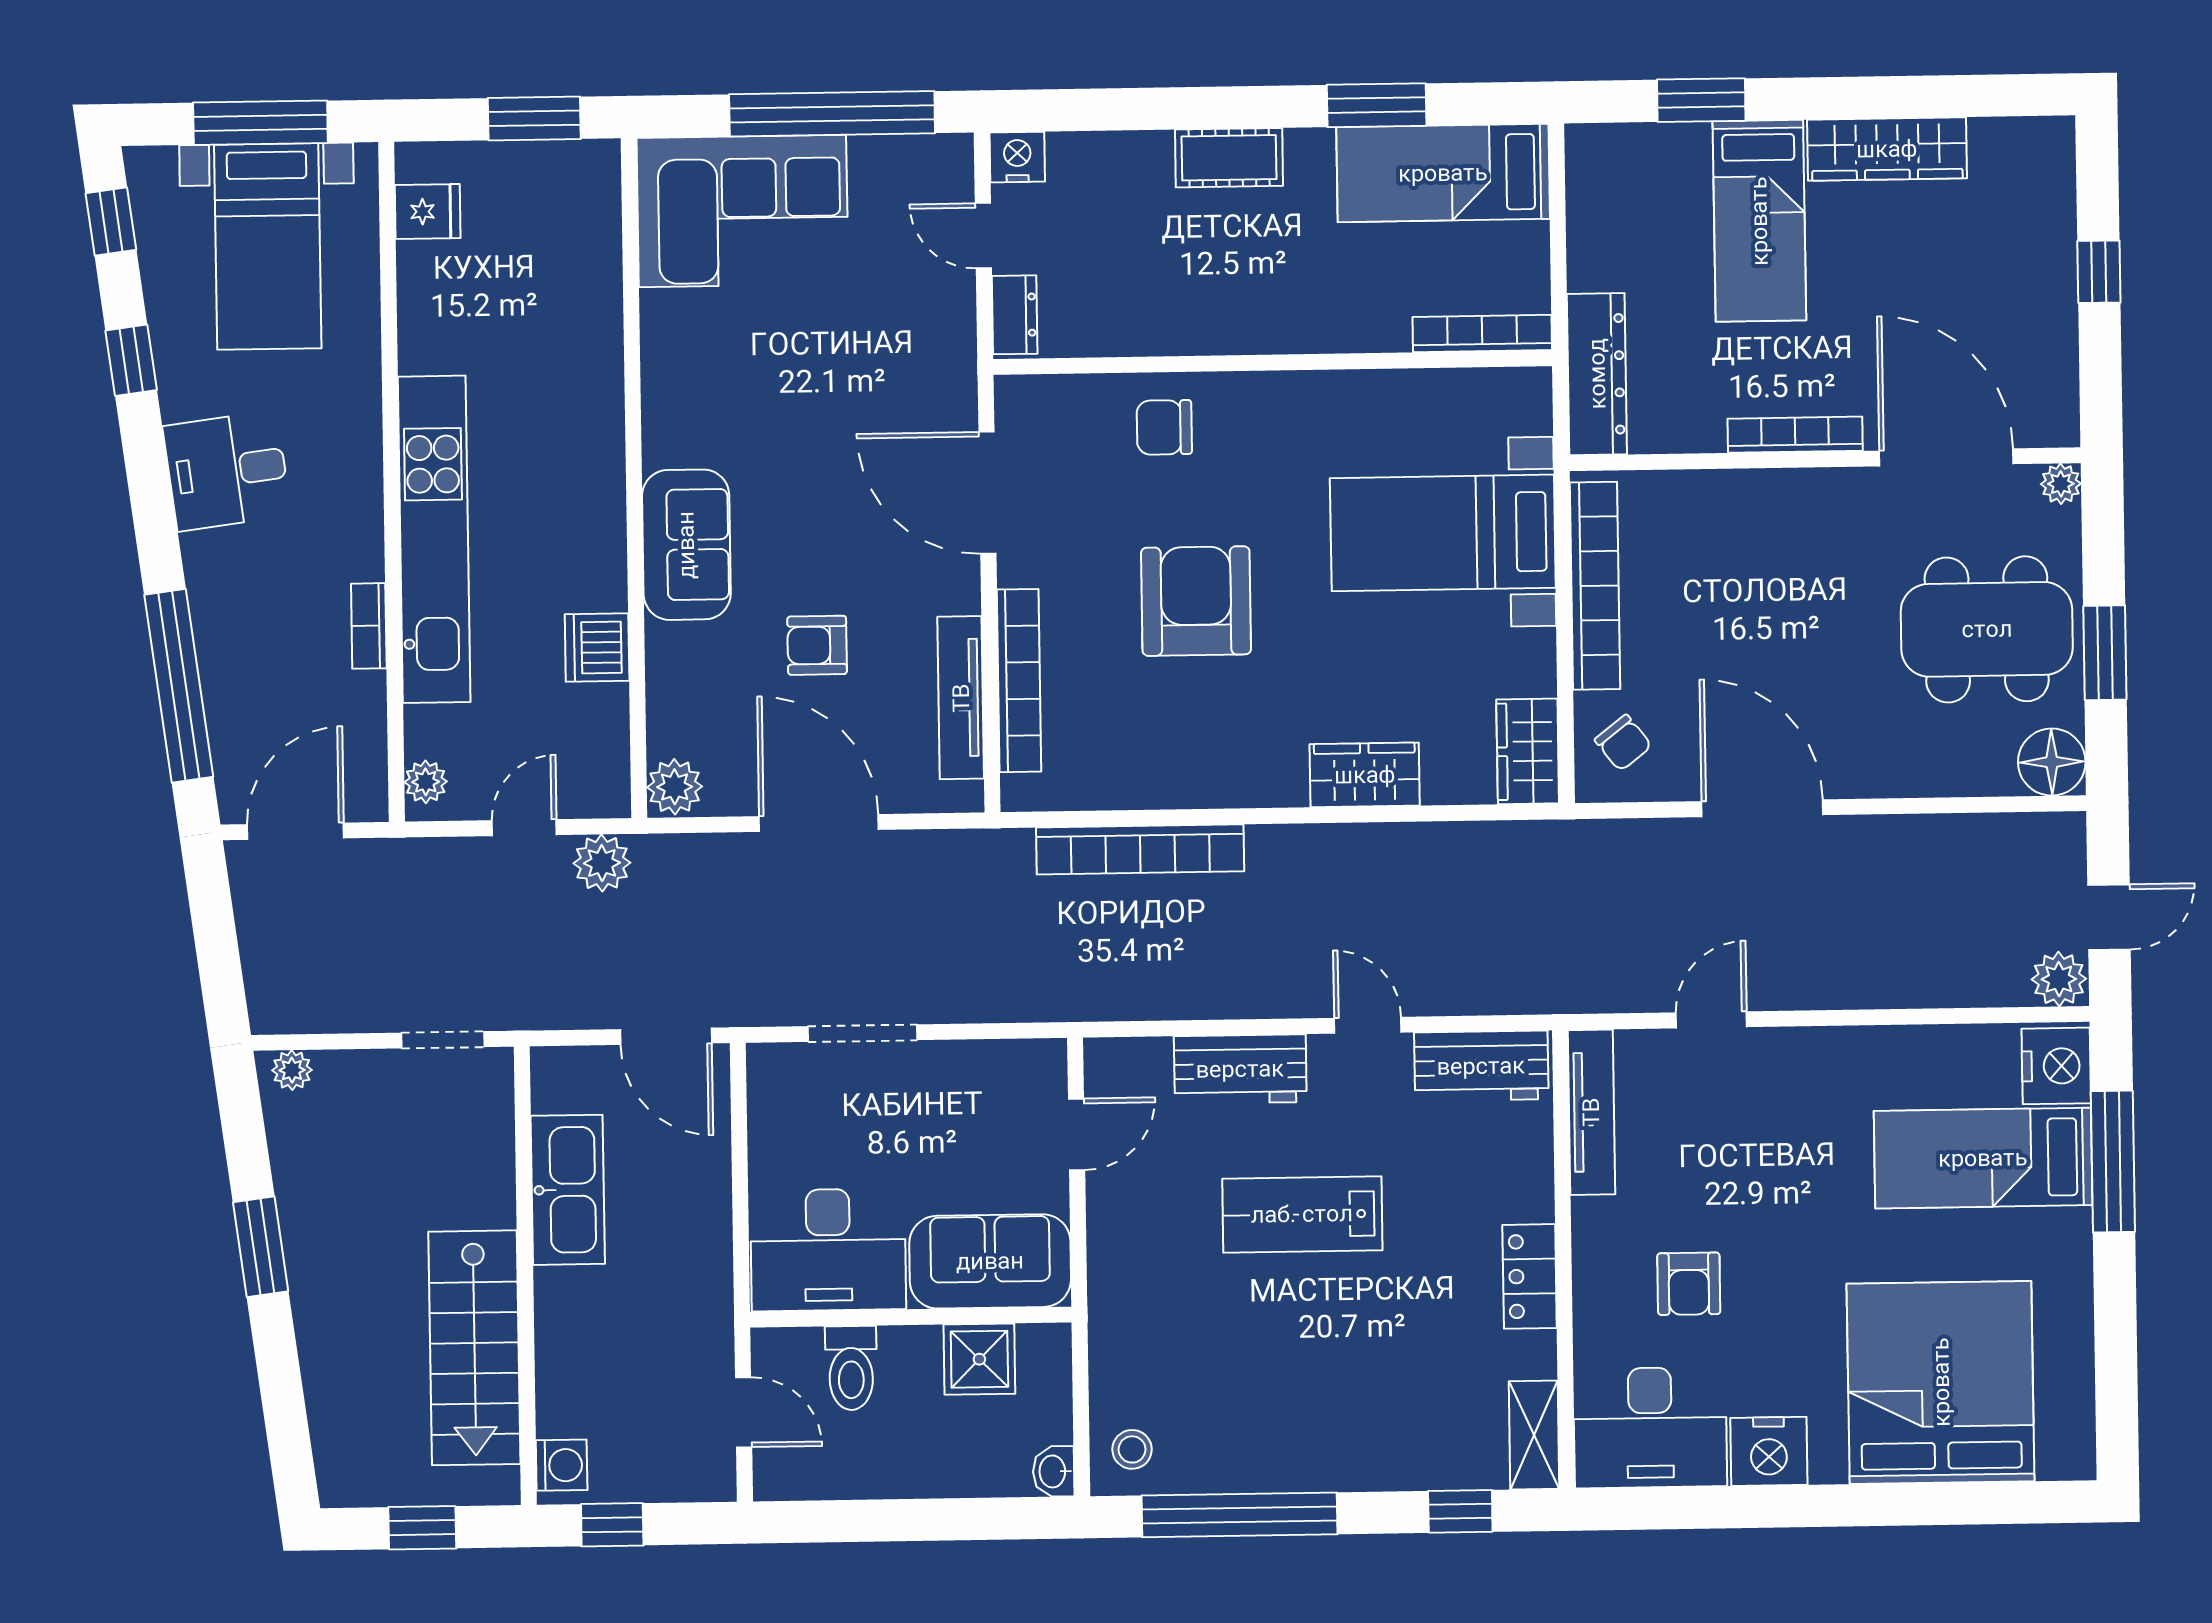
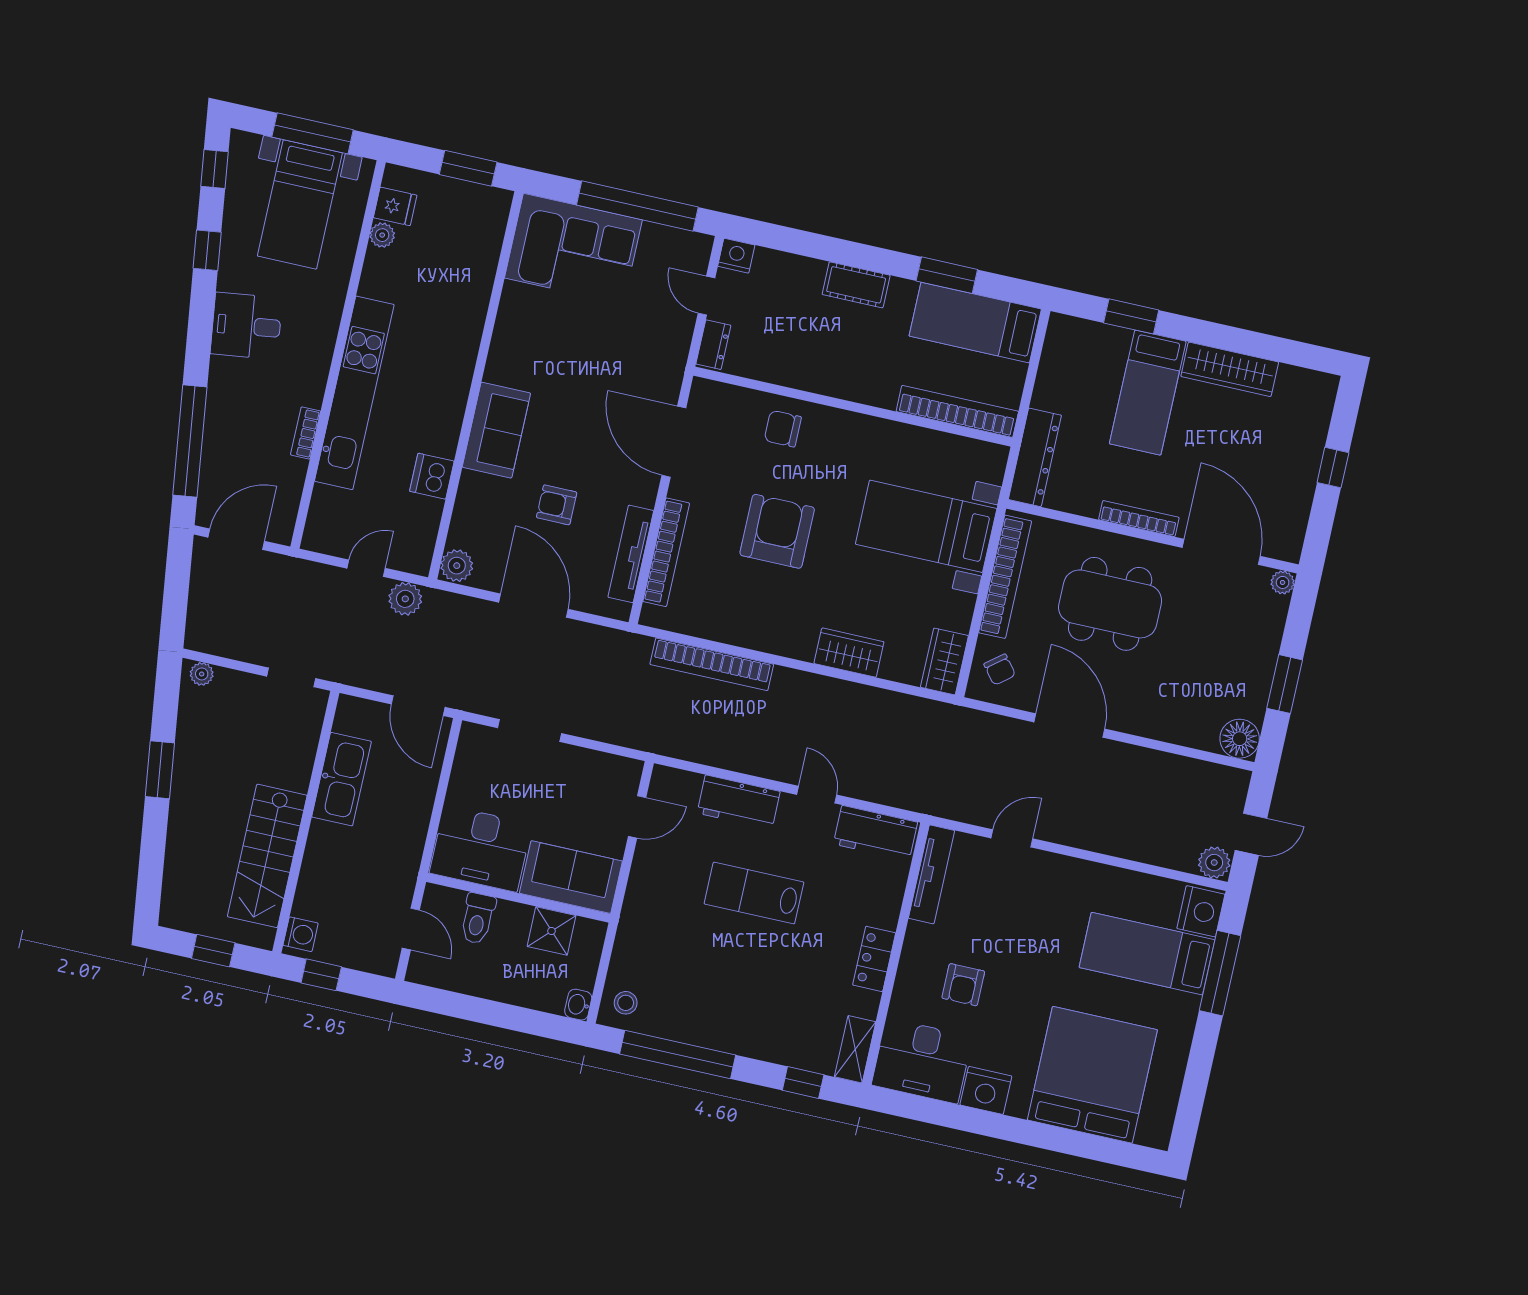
bookcase: (1482, 334) -> (957, 411), width x1.48, depth x1.31
dining table: (1987, 629) -> (1110, 604), moved
plant: (426, 782) -> (382, 235), moved

